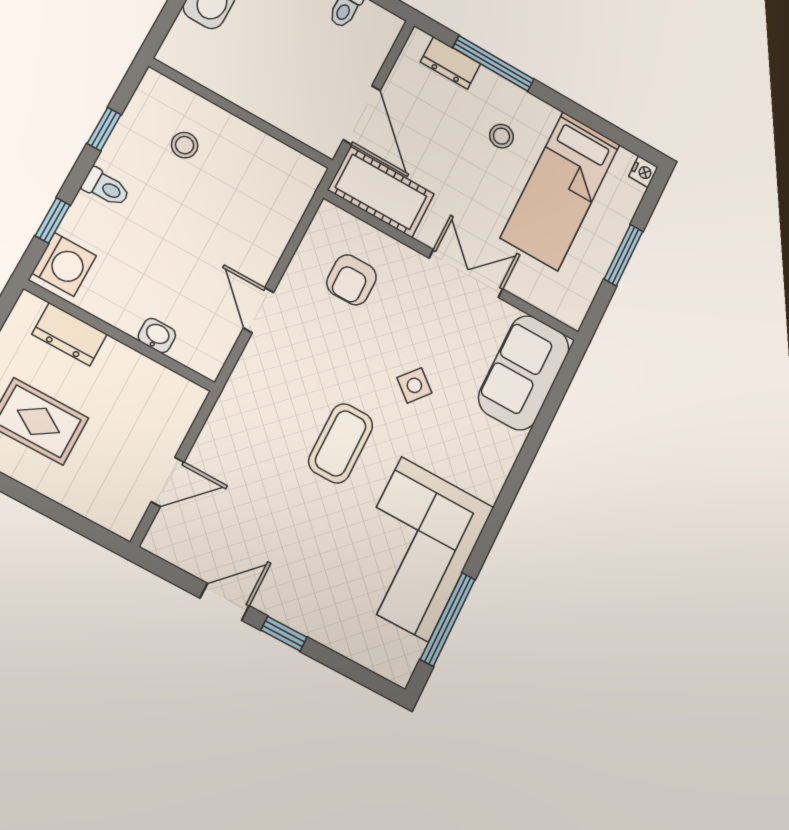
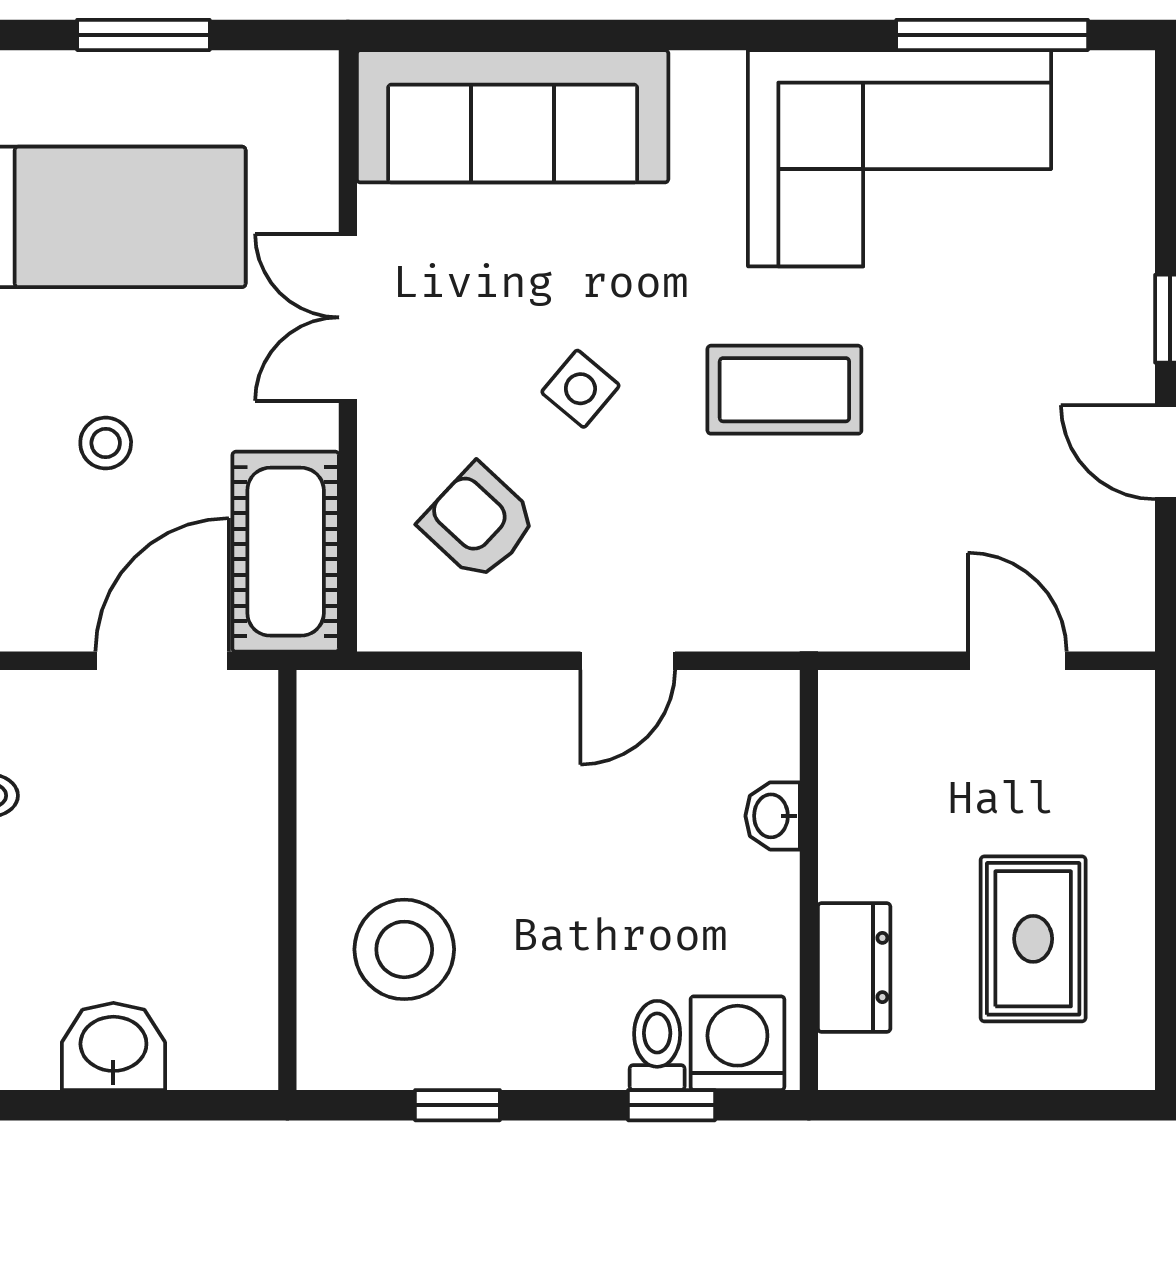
stool: (501, 136) -> (106, 443), moved
stool: (185, 145) -> (404, 949), width x1.89, depth x1.89
toilet: (106, 187) -> (657, 1045), moved
armchair: (352, 280) -> (479, 522), turned -137
sofa: (524, 373) -> (513, 116), width x1.36
side table: (414, 385) -> (580, 389), moved

